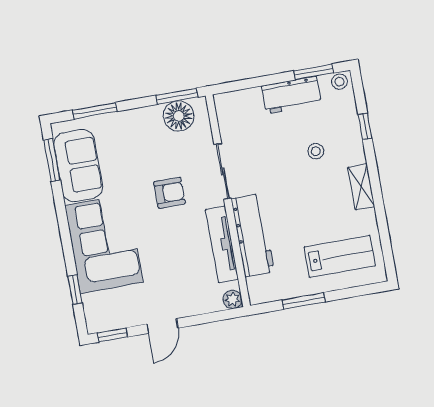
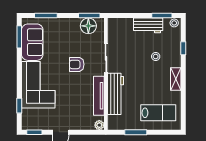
armchair: (170, 193) -> (77, 64), turned 180

